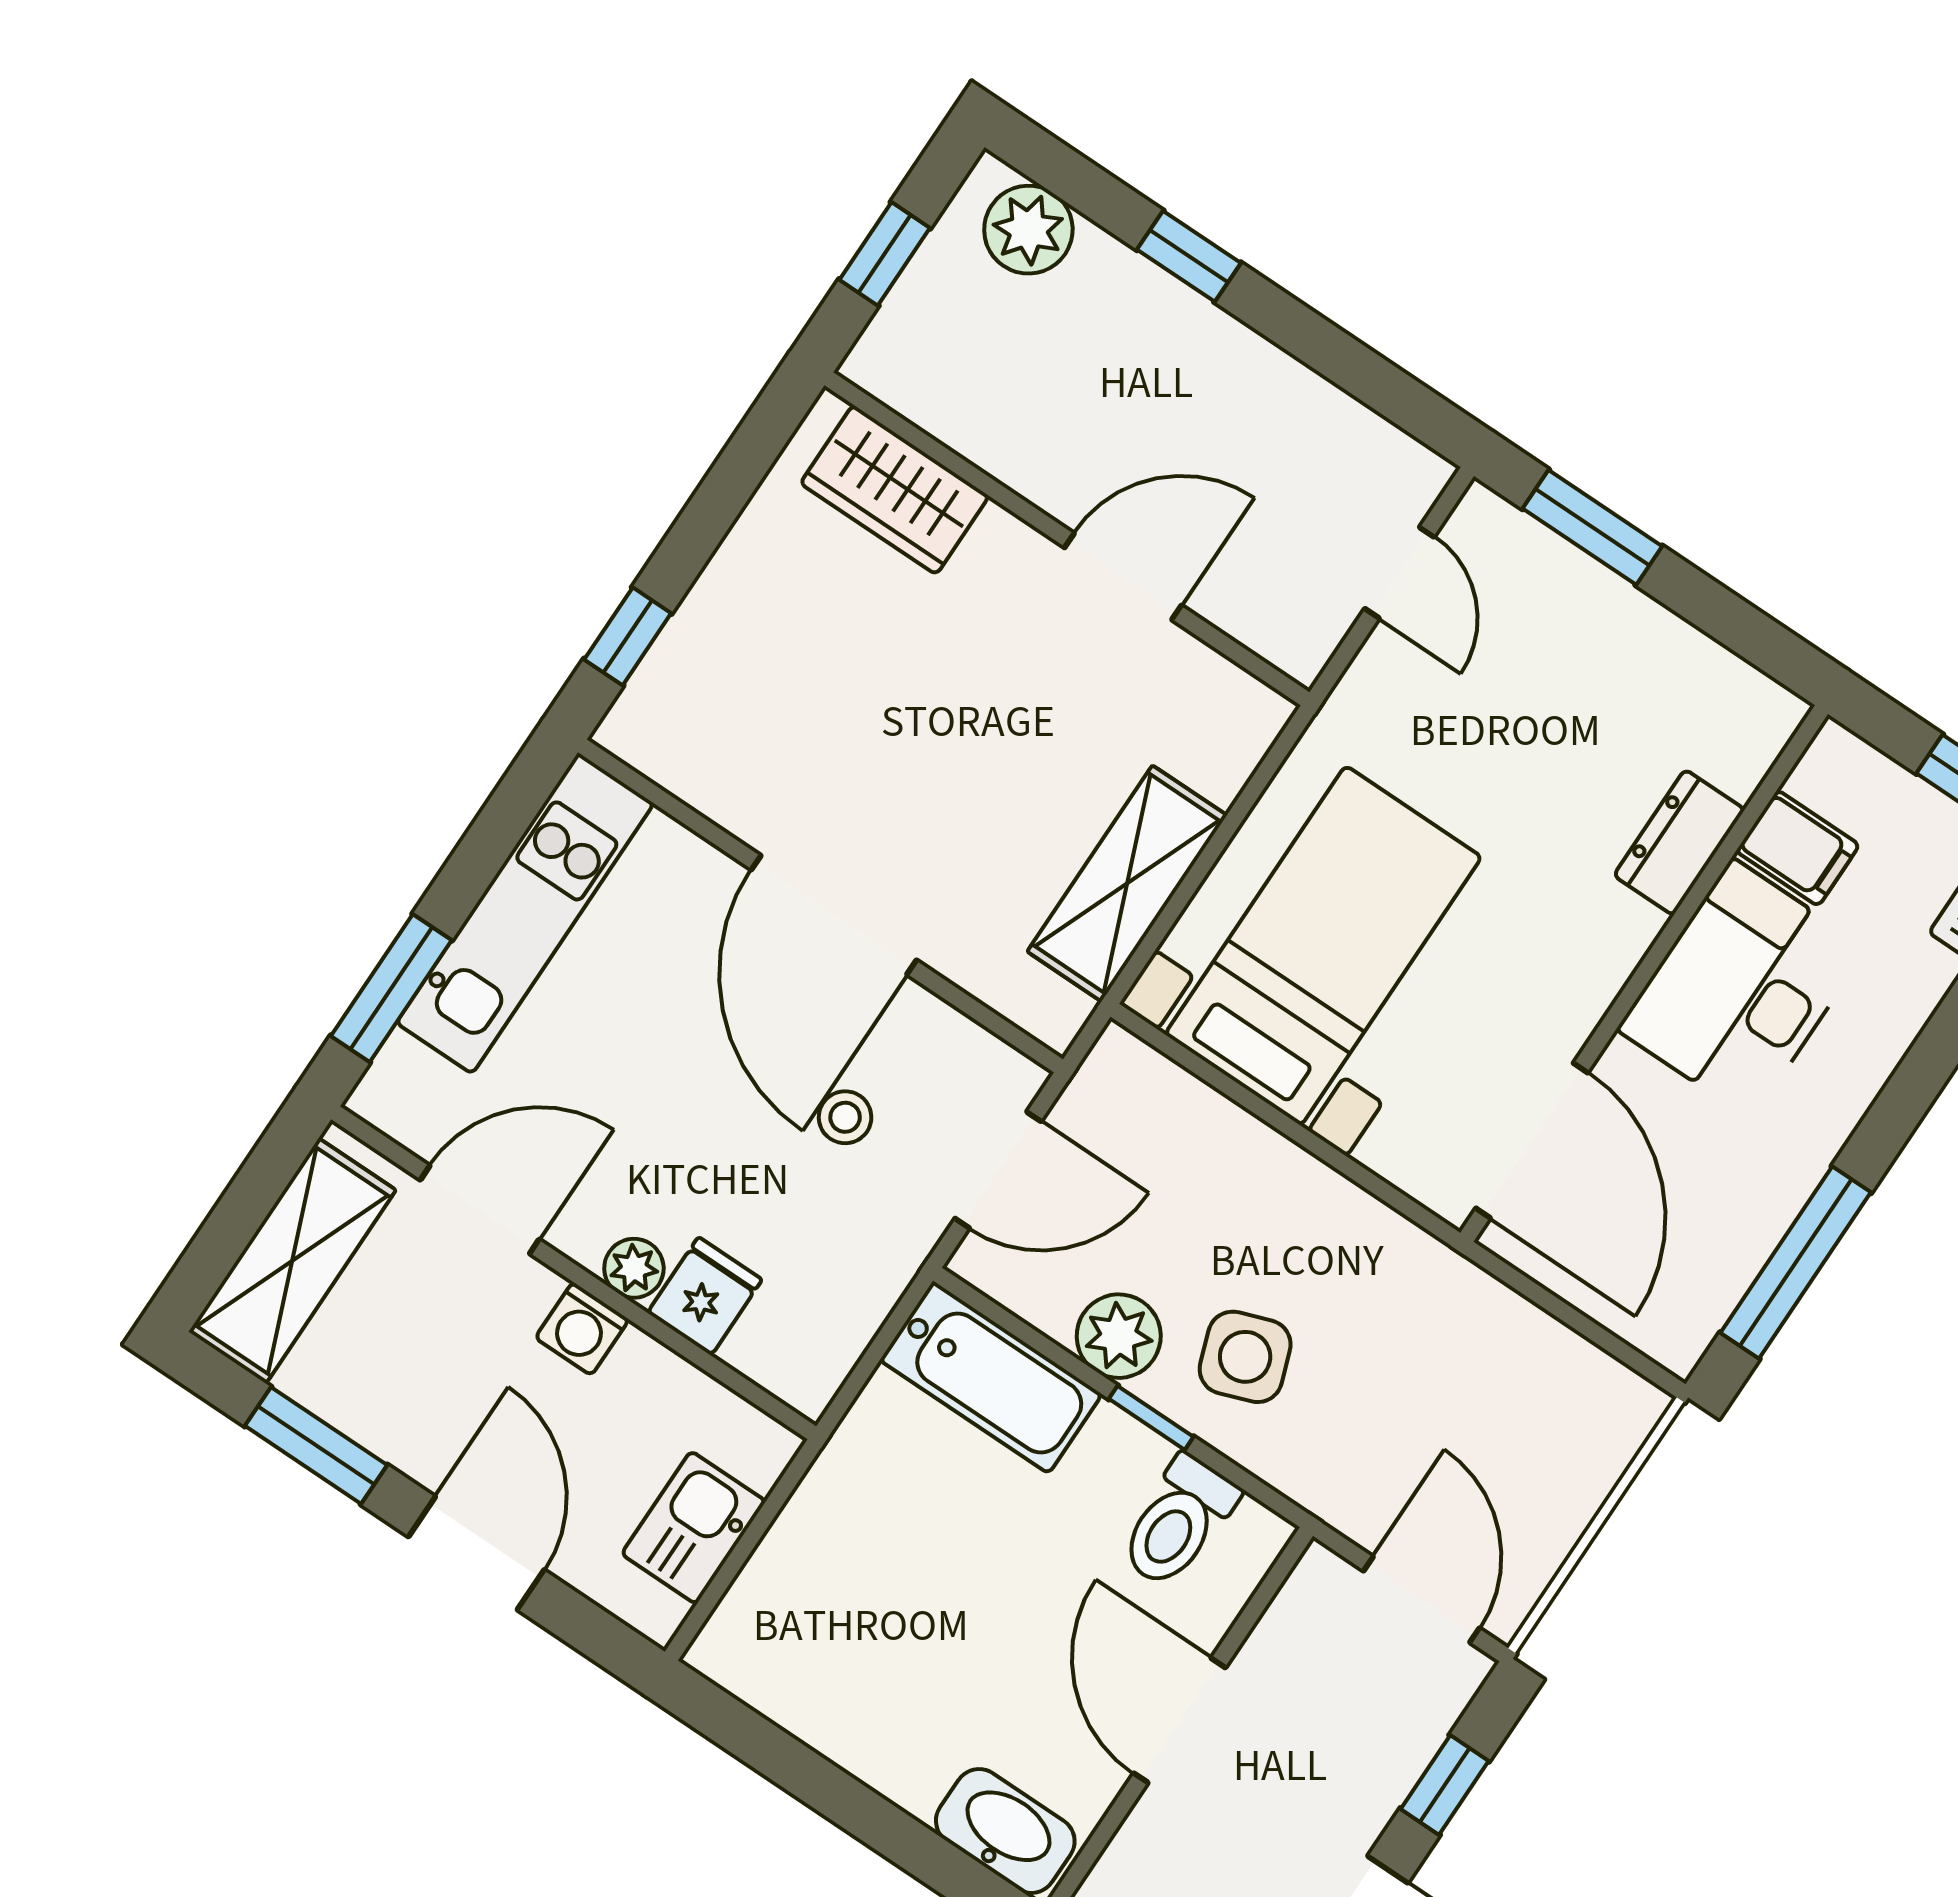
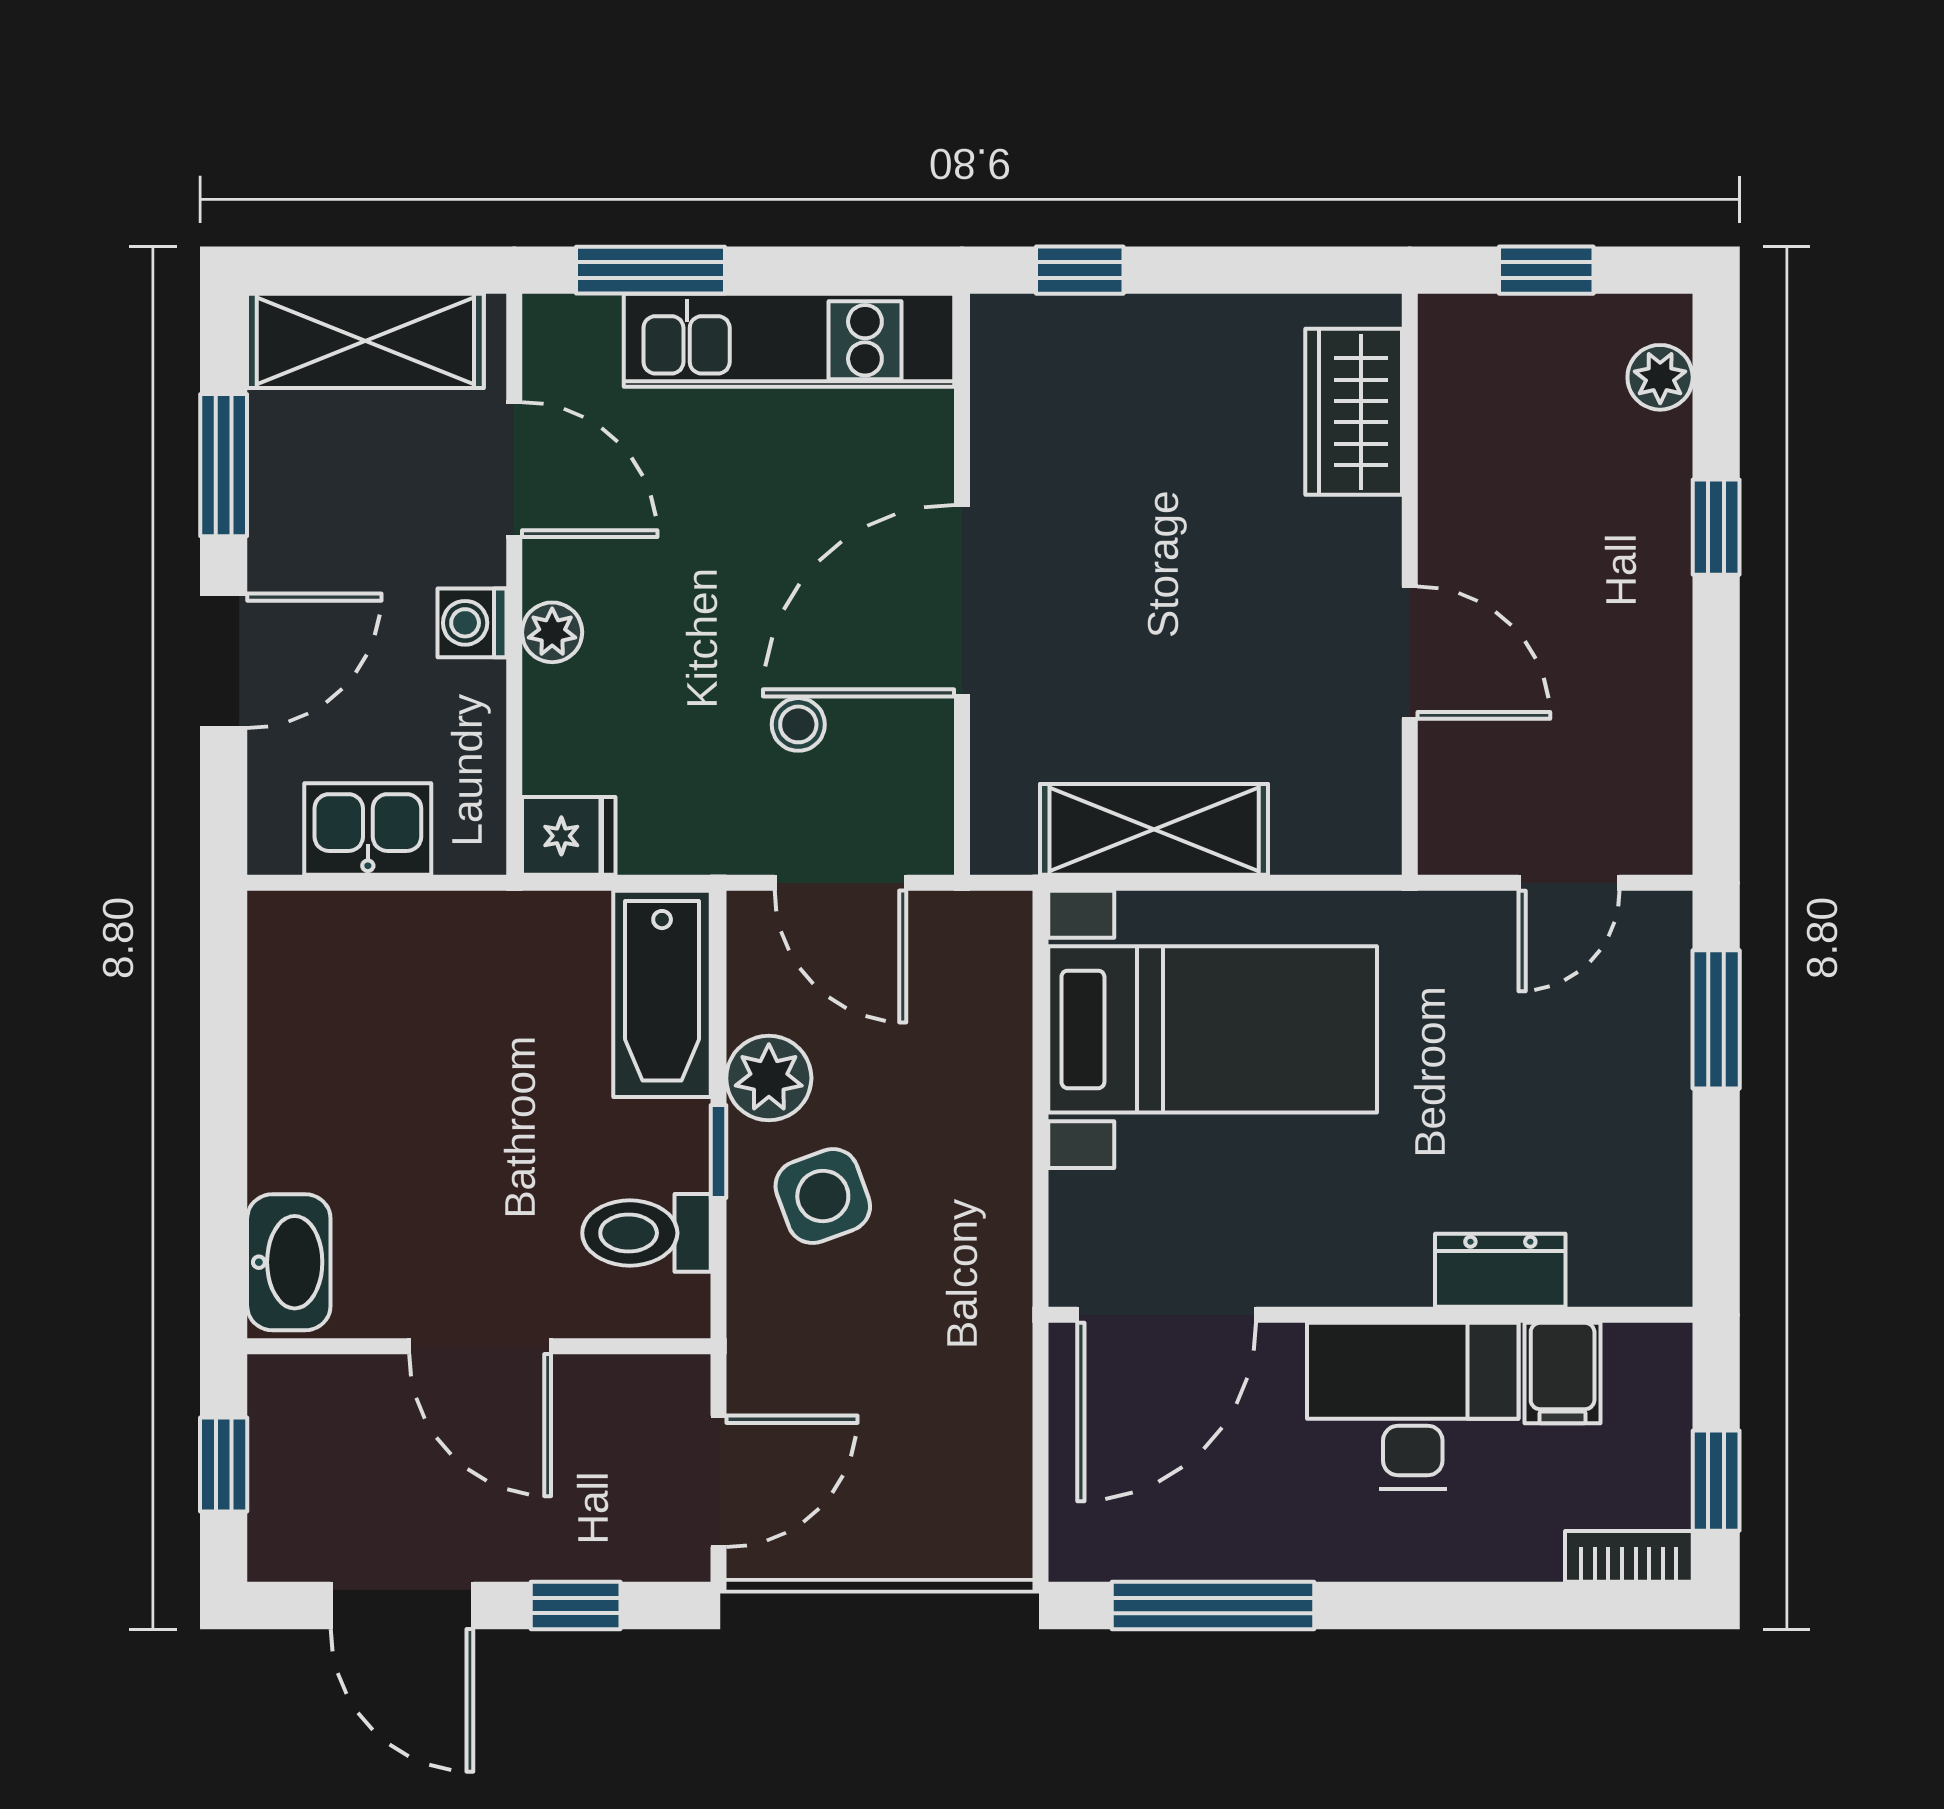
plant: (1028, 230) -> (1660, 377), width x0.73, depth x0.73
fridge: (705, 1296) -> (569, 836), moved
door: (1180, 1720) -> (480, 1346), swing flipped

